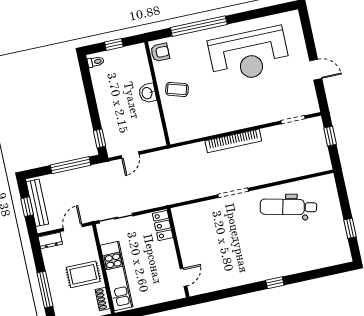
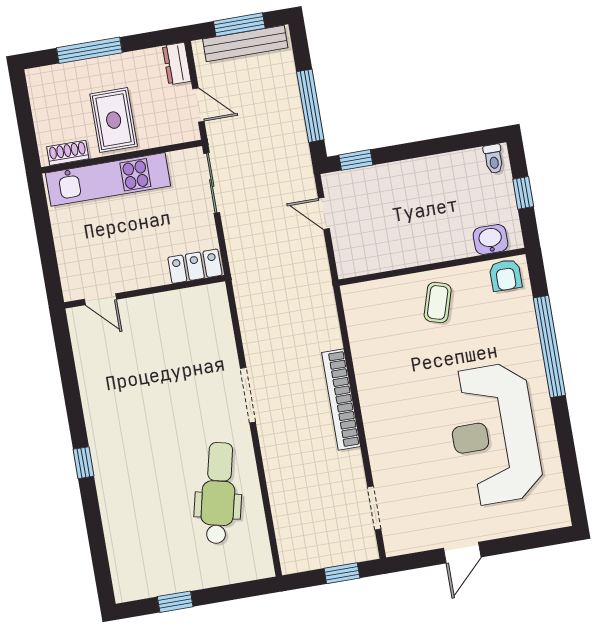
washbasin: (147, 93) -> (490, 239), moved
window: (27, 207) -> (239, 25), width x1.50

